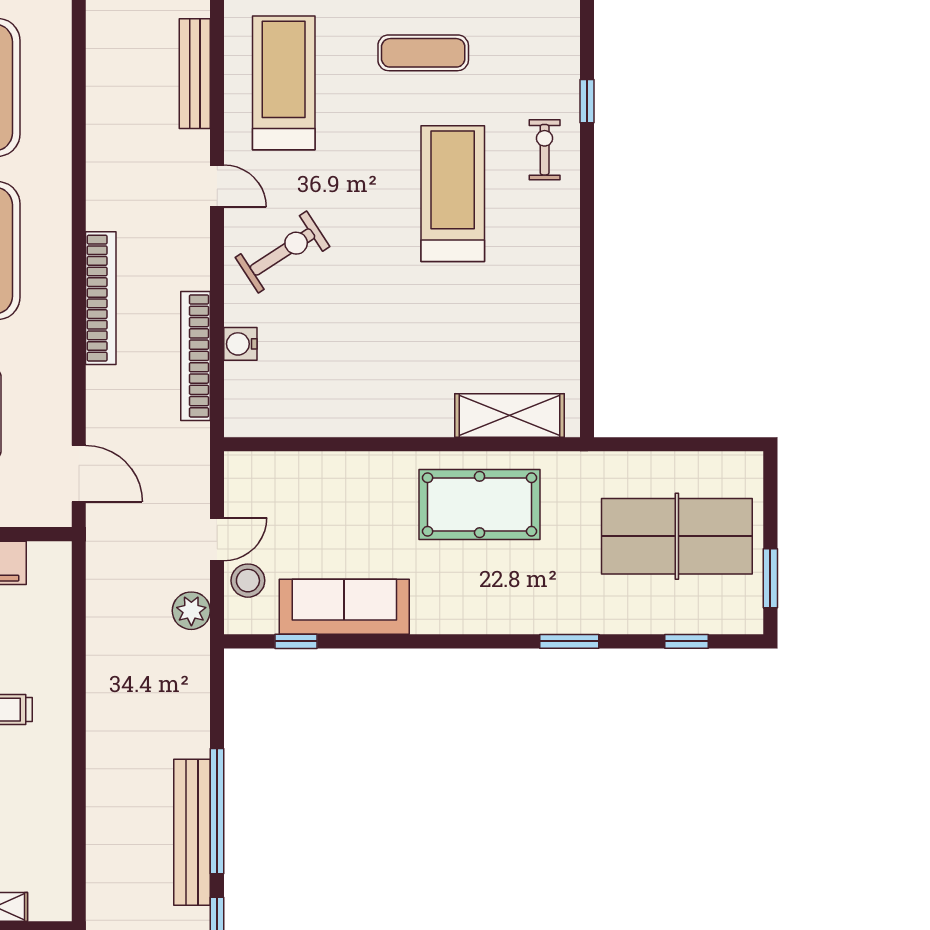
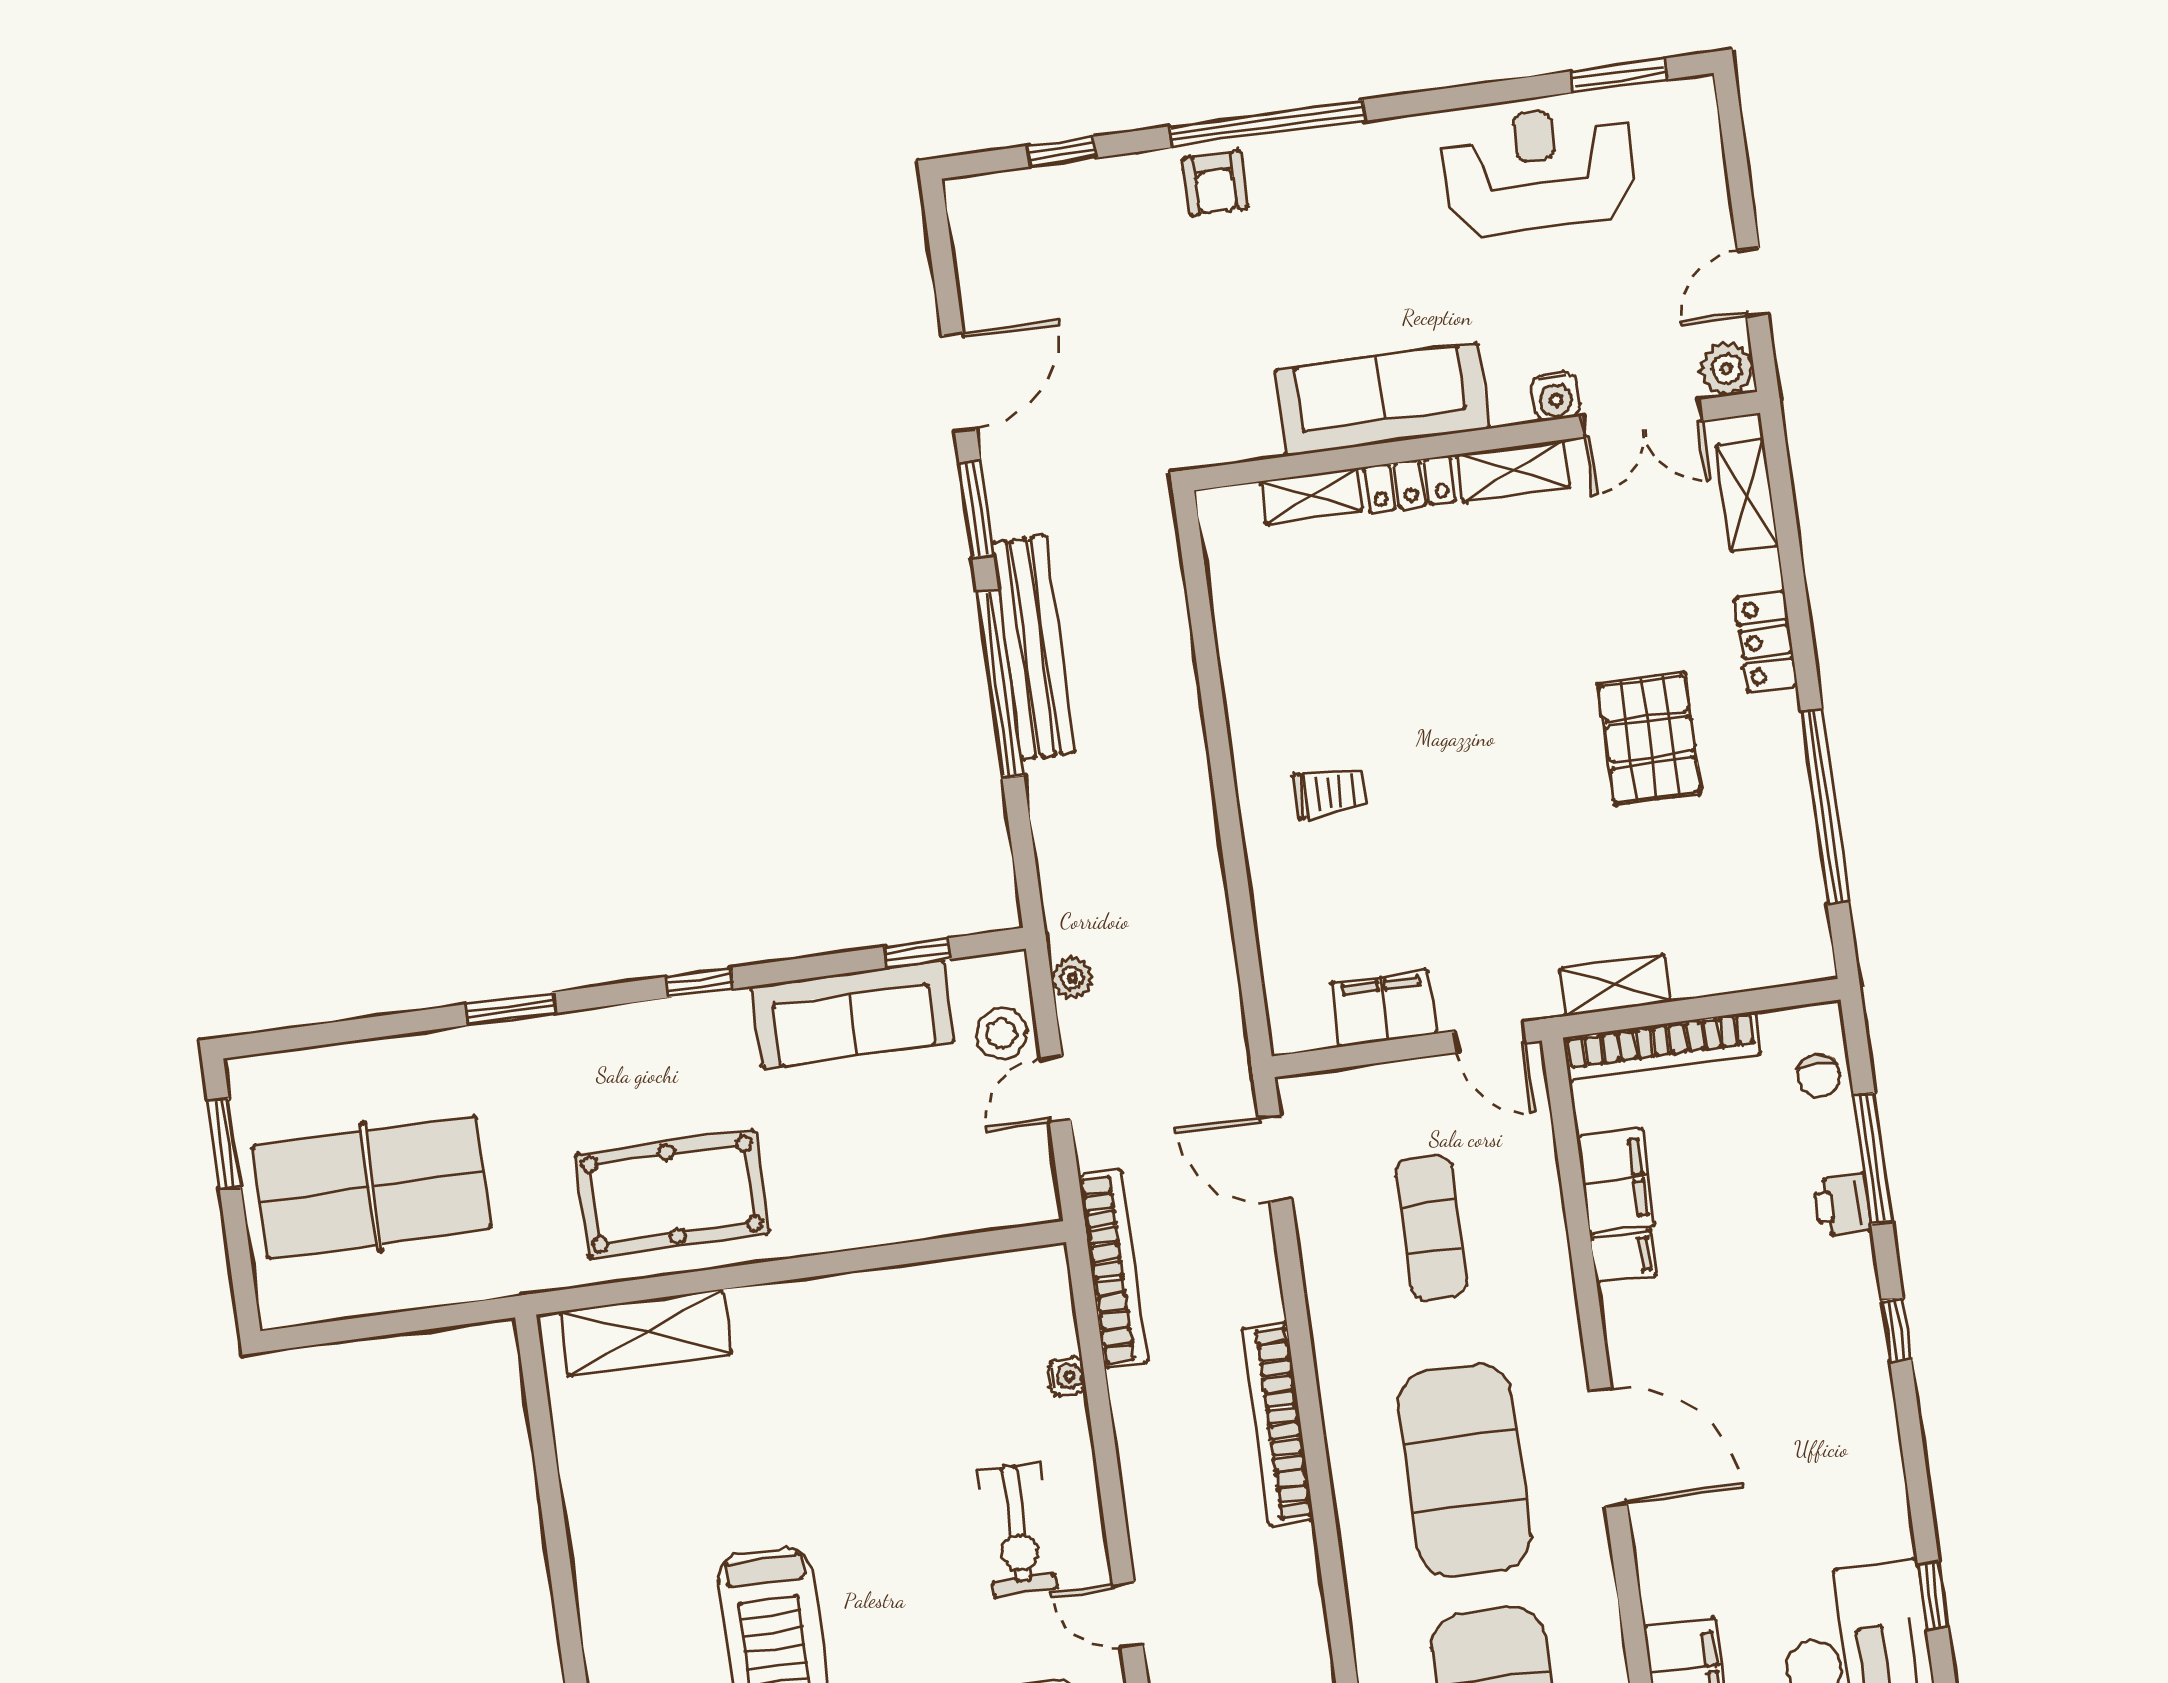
exercise bike: (282, 252) -> (1017, 1530), turned -57
water cooler: (240, 344) -> (1067, 1377), width x0.72, depth x0.72
bookcase: (195, 356) -> (1113, 1269), moved
plant: (191, 611) -> (1072, 978), width x0.73, depth x0.73
window: (686, 641) -> (700, 983), moved

